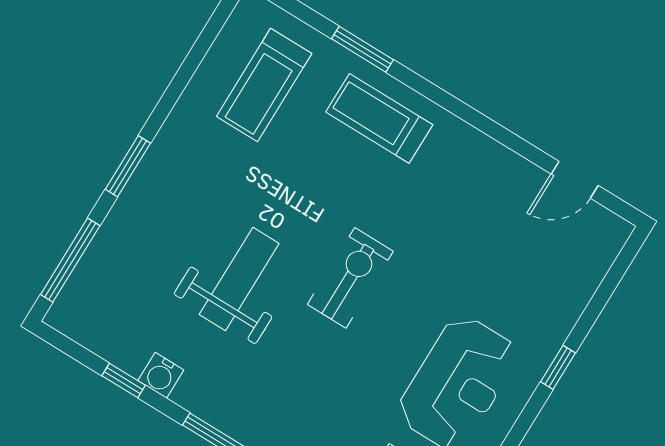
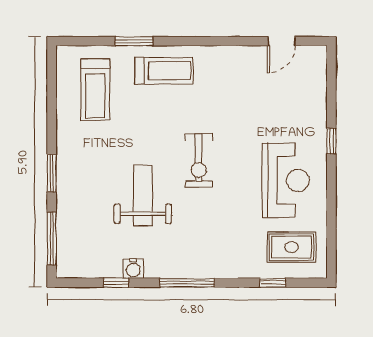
treadmill: (379, 118) -> (164, 71), turned 180
exercise bike: (350, 278) -> (199, 160), turned 180

